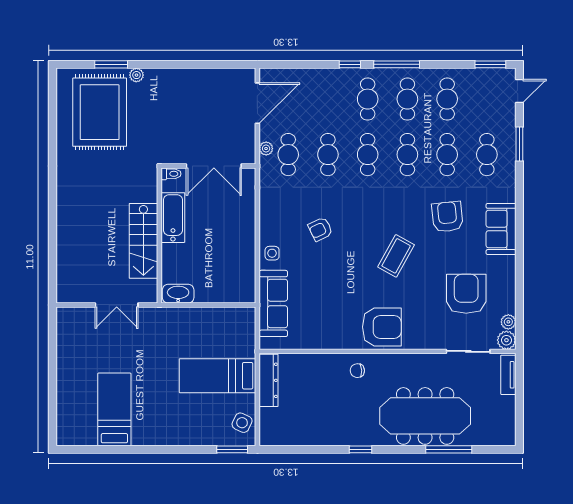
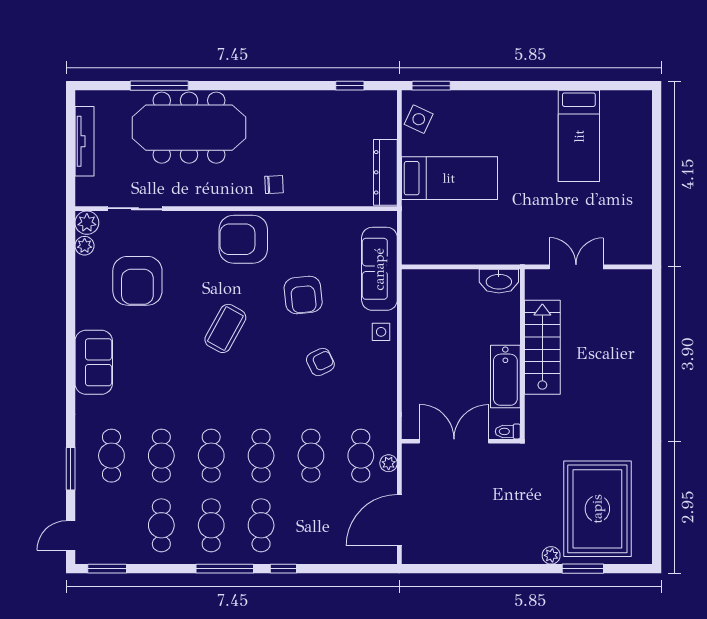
armchair: (447, 217) -> (303, 295), moved
tv unit: (508, 375) -> (85, 141), moved, width x1.41
window: (360, 449) -> (350, 86), moved

